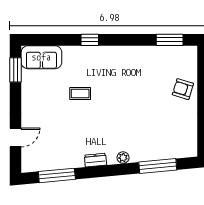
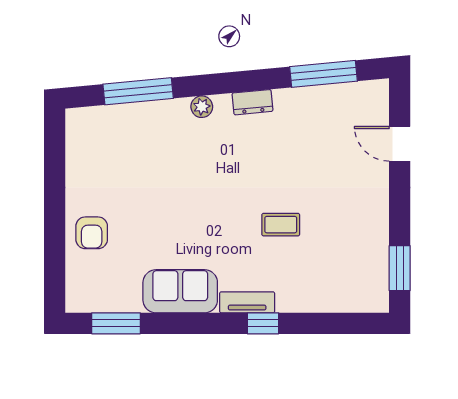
tv unit: (98, 51) -> (247, 302), added
sofa: (41, 57) -> (180, 291), moved
armchair: (183, 89) -> (92, 233), turned 73
door: (15, 137) -> (400, 144), hinge flipped

